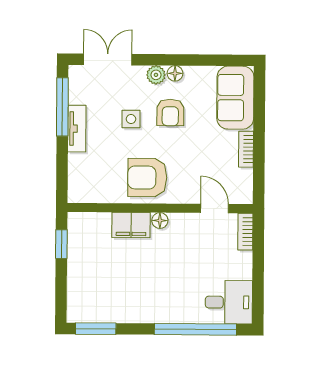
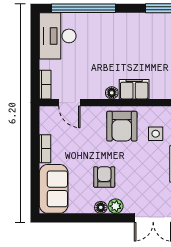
side table: (131, 119) -> (156, 134), moved
armchair: (147, 178) -> (122, 126), turned 90
desk: (229, 302) -> (58, 36), width x1.37

